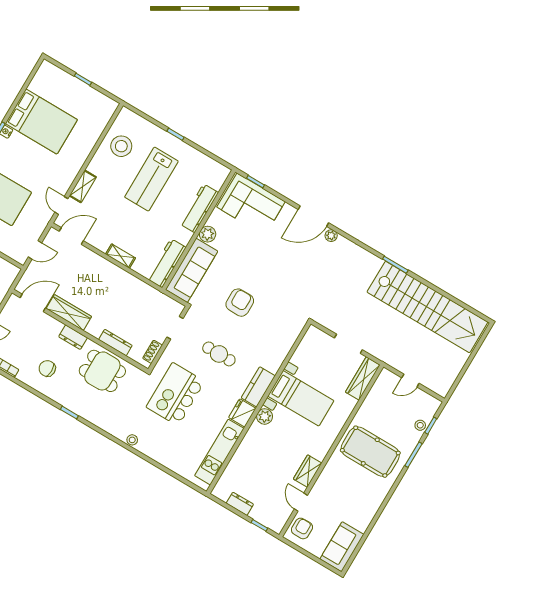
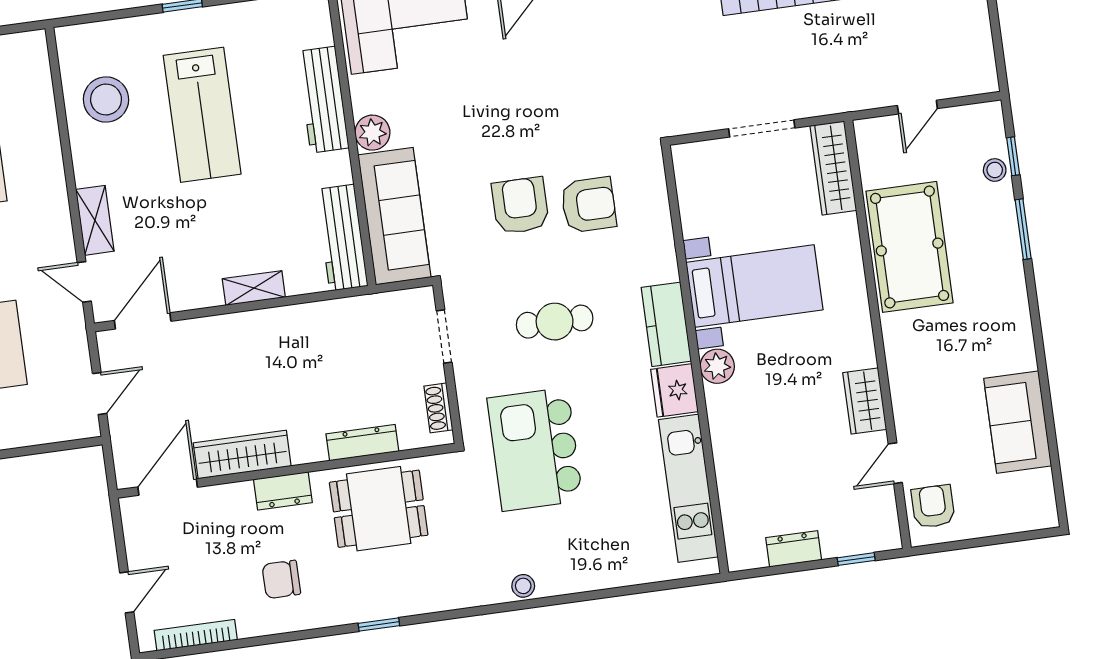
armchair: (264, 322) -> (589, 205), added
pool table: (370, 452) -> (910, 247), moved, turned 90
door: (301, 502) -> (895, 463), hinge flipped
sofa: (342, 547) -> (1018, 422), moved

